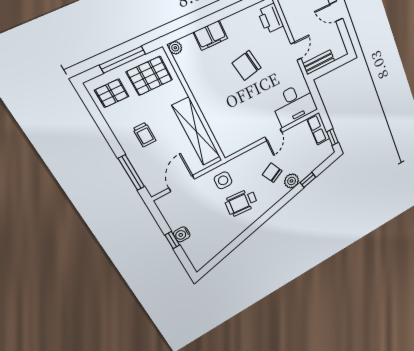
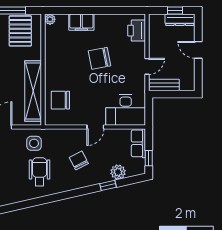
pallet: (150, 76) -> (20, 31), turned 90
chair: (228, 127) -> (60, 100), added
plant: (292, 181) -> (118, 172), moved
wheelchair: (241, 202) -> (40, 172), turned 85

